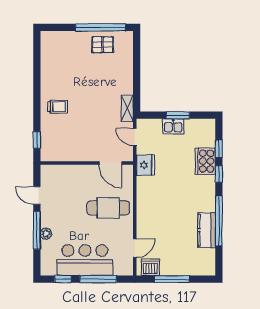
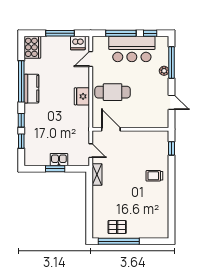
cooker: (205, 161) -> (32, 47), moved
fridge: (145, 165) -> (82, 96), moved
window: (37, 230) -> (172, 63), moved
kitchen counter: (207, 230) -> (31, 89), moved

